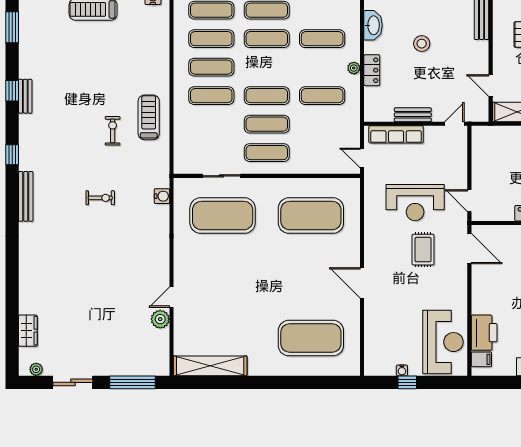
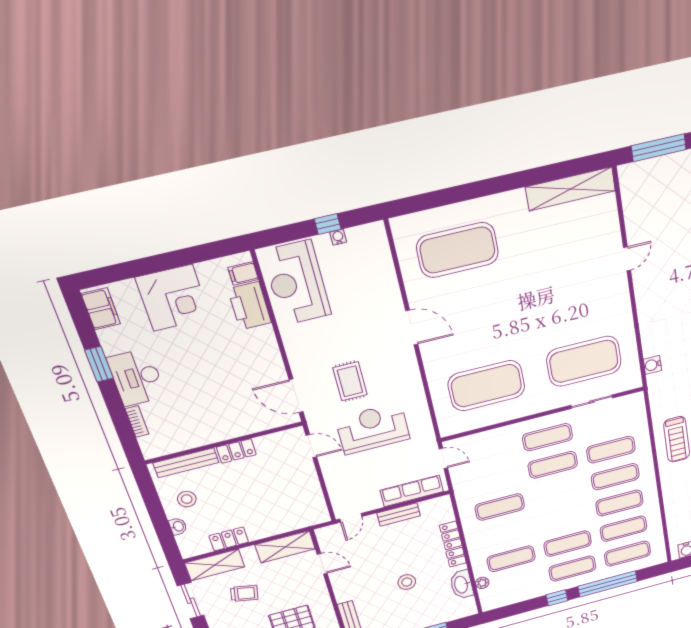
plant: (354, 68) -> (482, 583), moved
locker: (372, 70) -> (453, 544), width x1.53
exercise mat: (267, 96) -> (611, 450), moved
plant: (160, 319) -> (636, 230), removed

